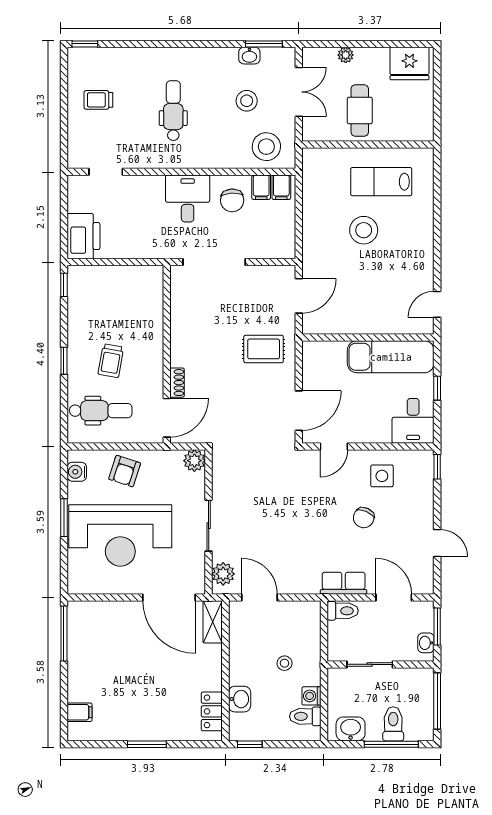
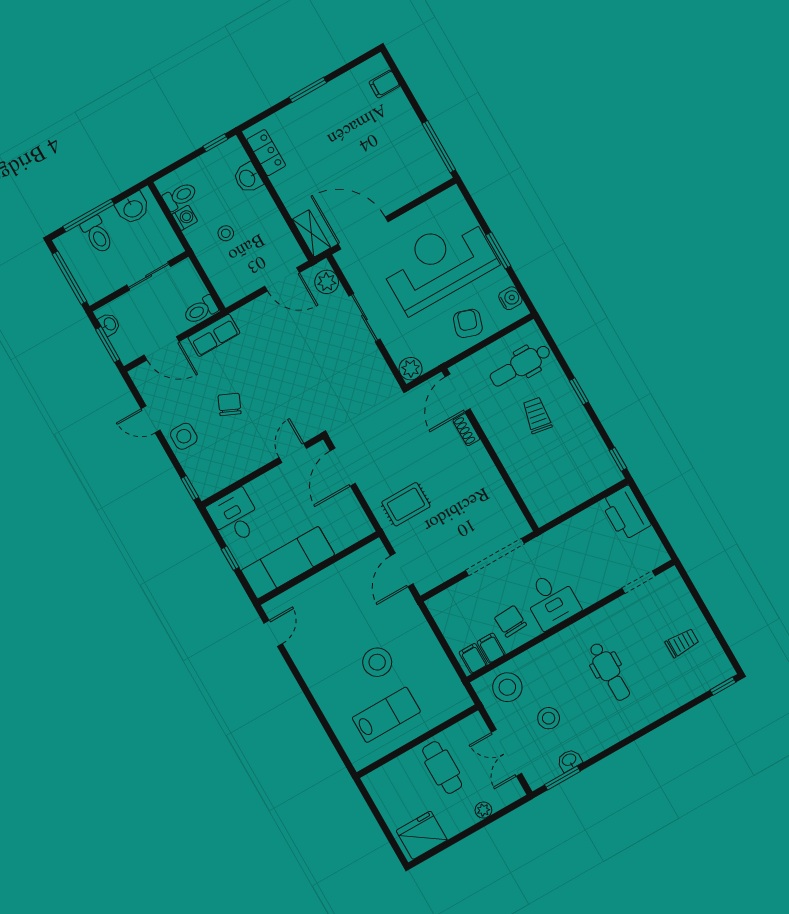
side table: (382, 476) -> (184, 436), moved

